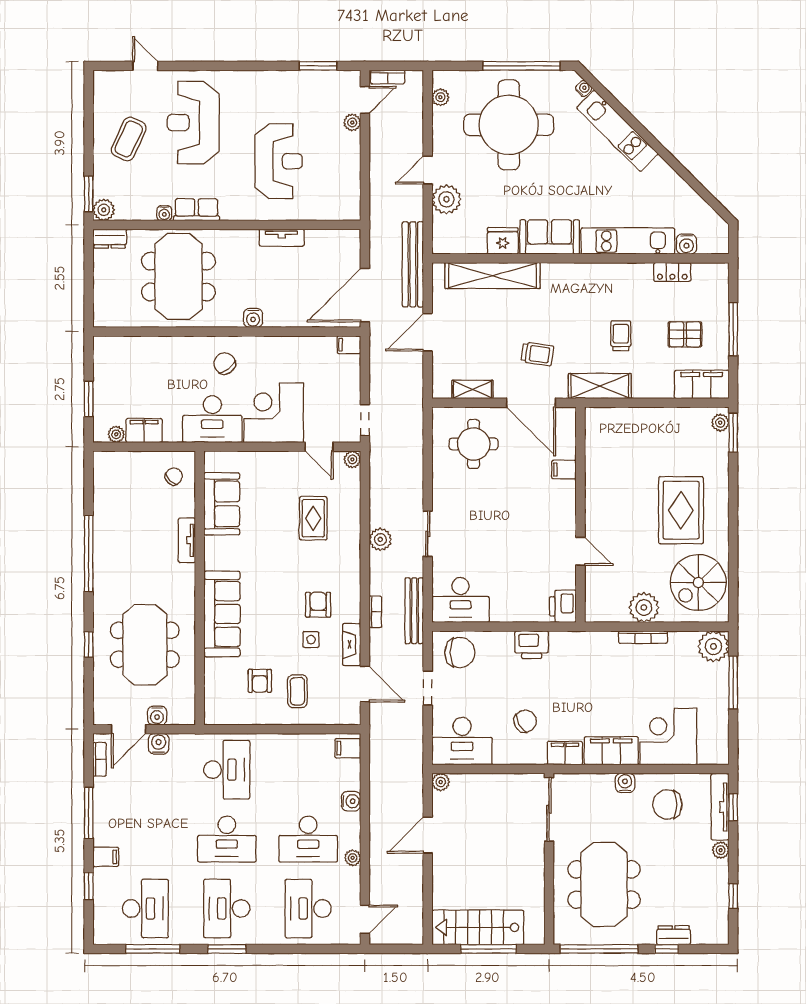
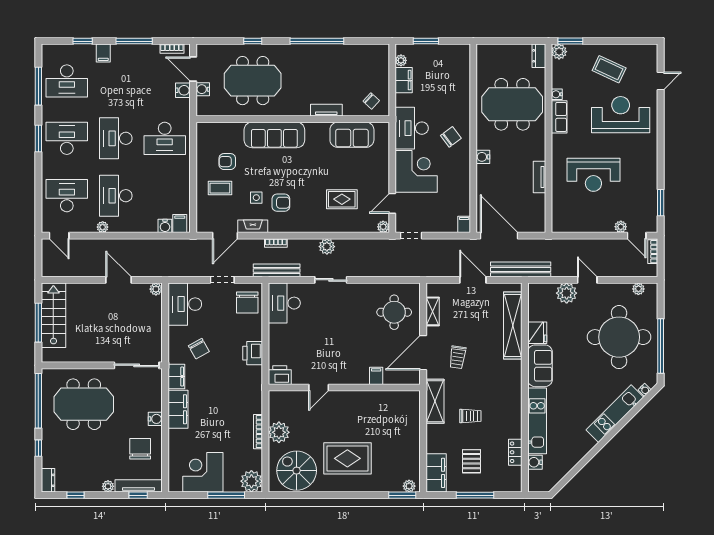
corner desk: (668, 736) -> (203, 472), moved, turned -90
water cooler: (351, 801) -> (165, 226), moved
dresser: (674, 935) -> (48, 480), moved

